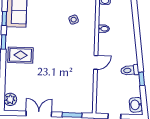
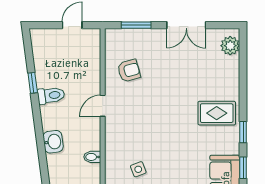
armchair: (78, 85) -> (129, 71), added
washbasin: (136, 105) -> (53, 142), moved

